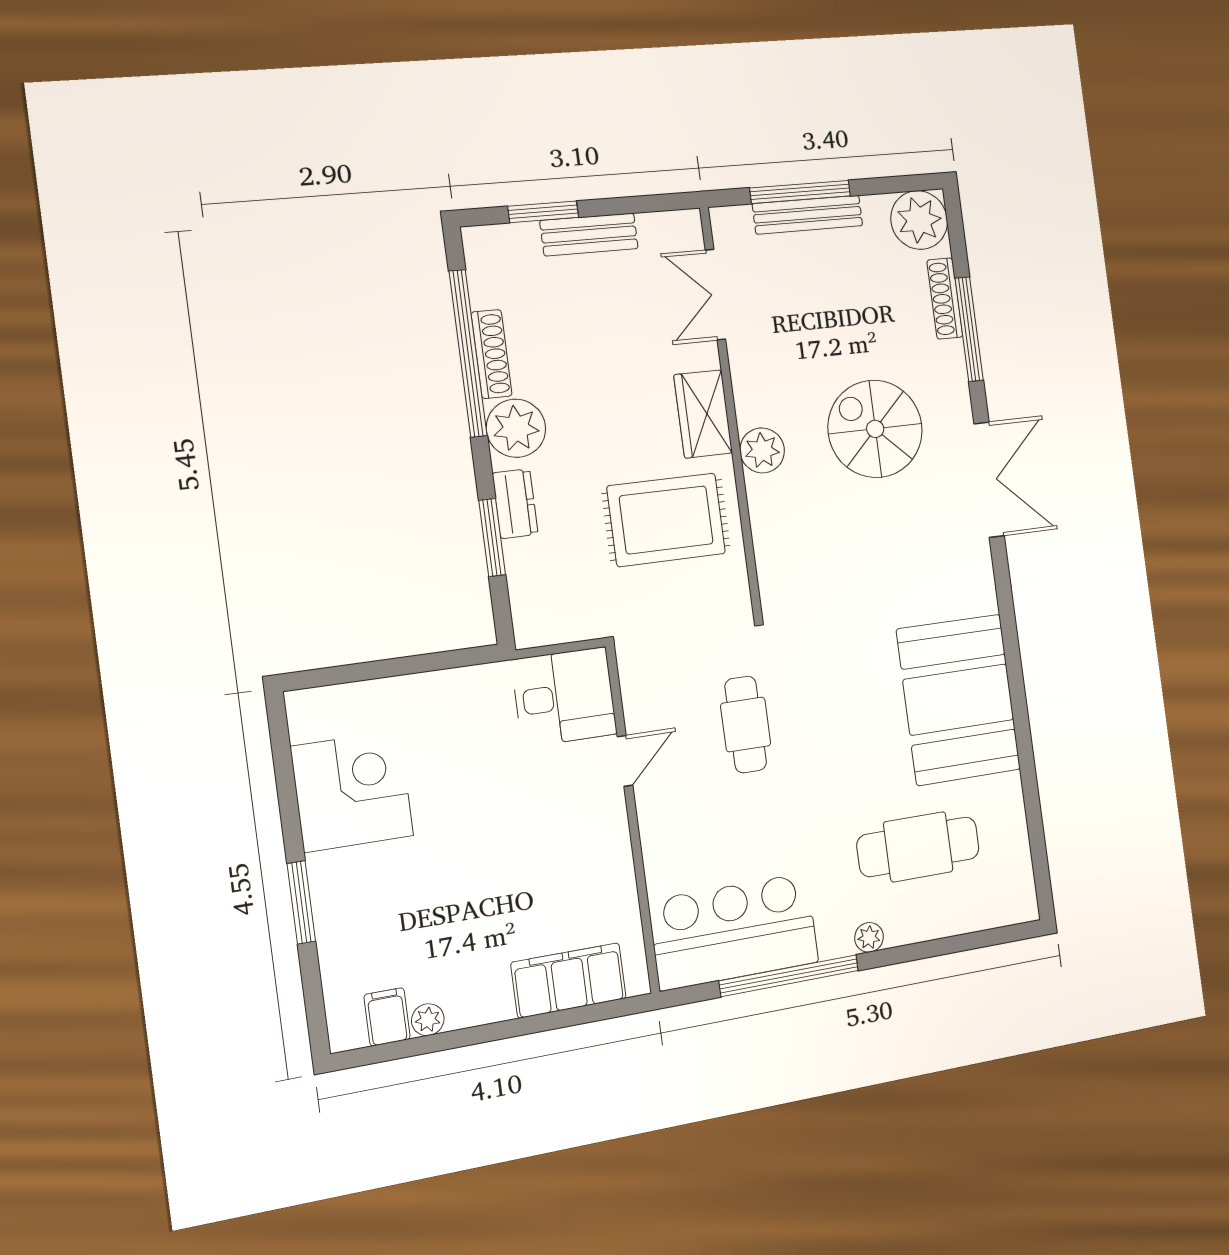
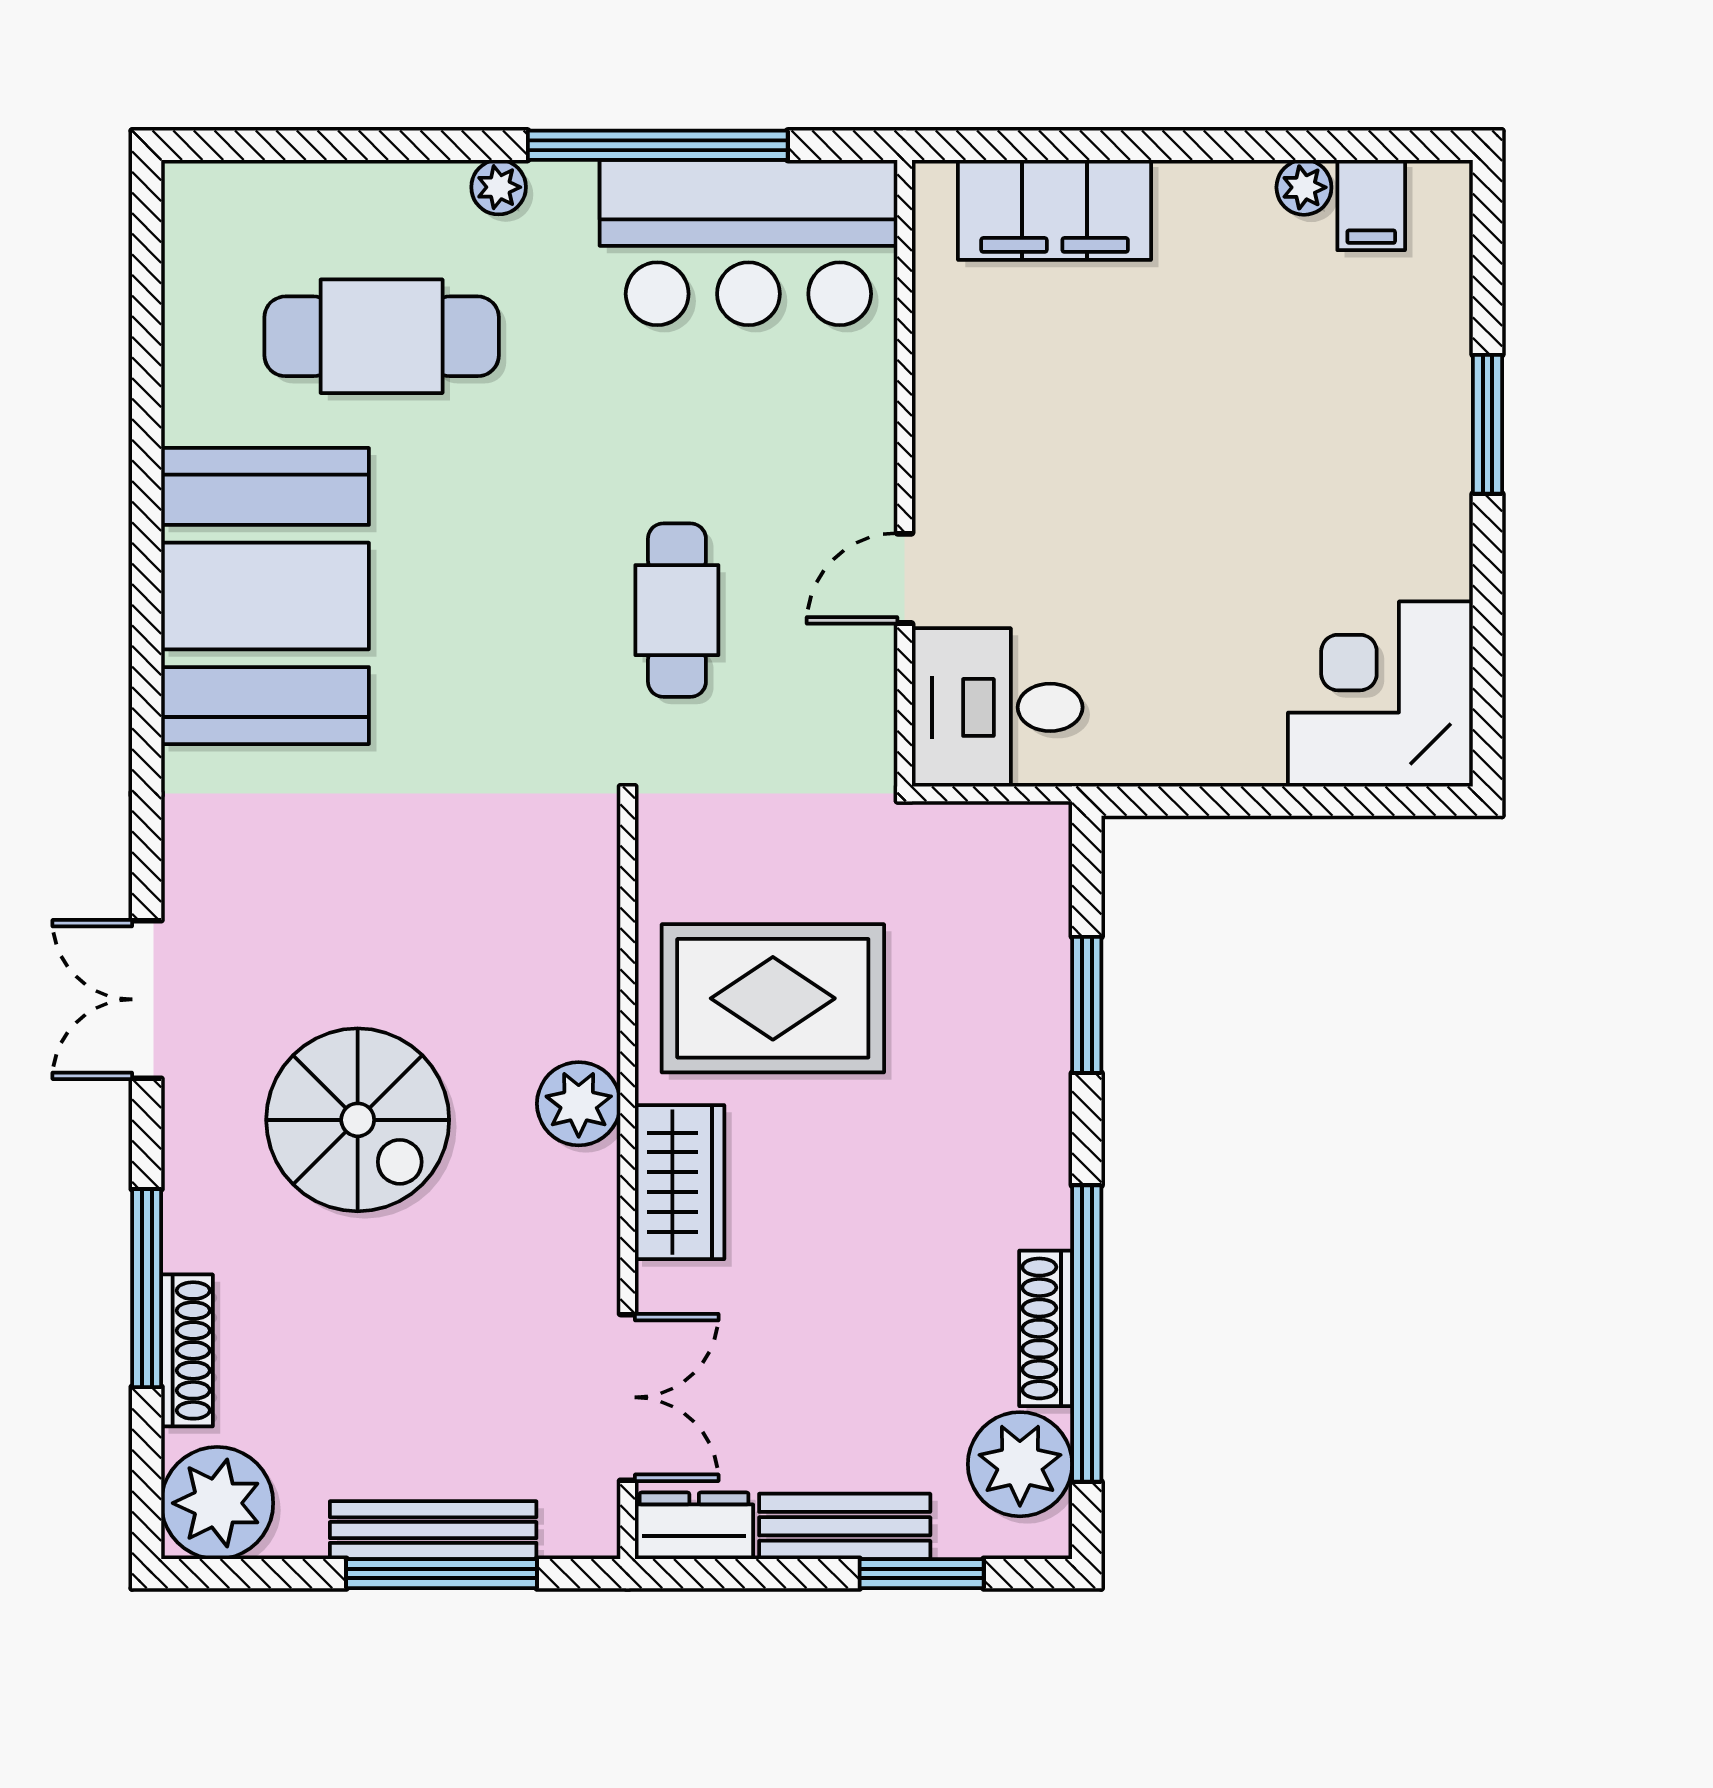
plant: (516, 428) -> (1020, 1464), moved
double door: (989, 480) -> (147, 999), width x0.73
dresser: (515, 504) -> (694, 1526), moved, turned 90
corner desk: (352, 791) -> (1380, 694), moved, turned 90

